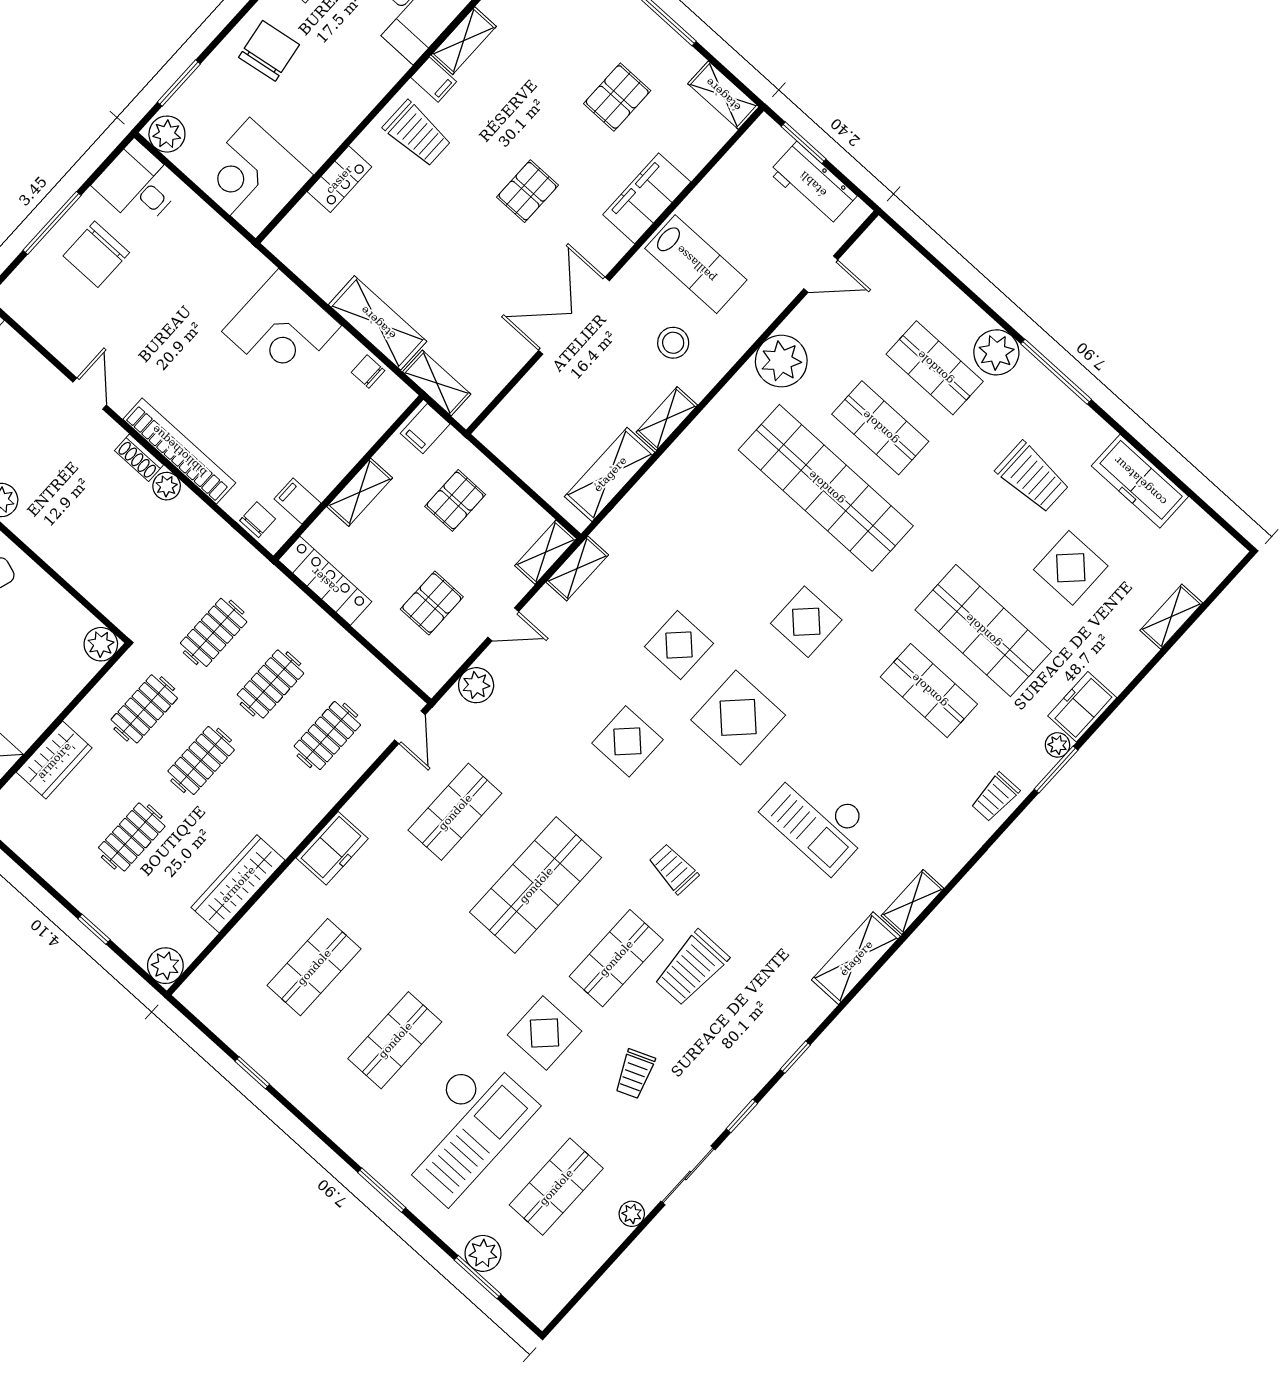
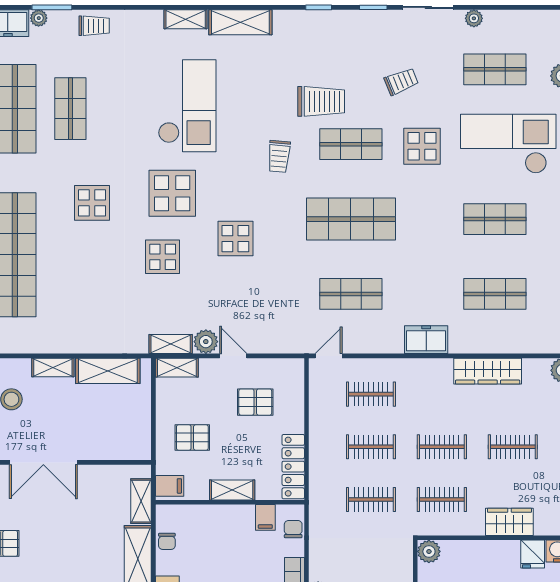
chair: (258, 520) -> (293, 529), turned 90
plant: (476, 685) -> (206, 342), moved
checkout: (818, 819) -> (187, 106), width x1.36, depth x1.21

